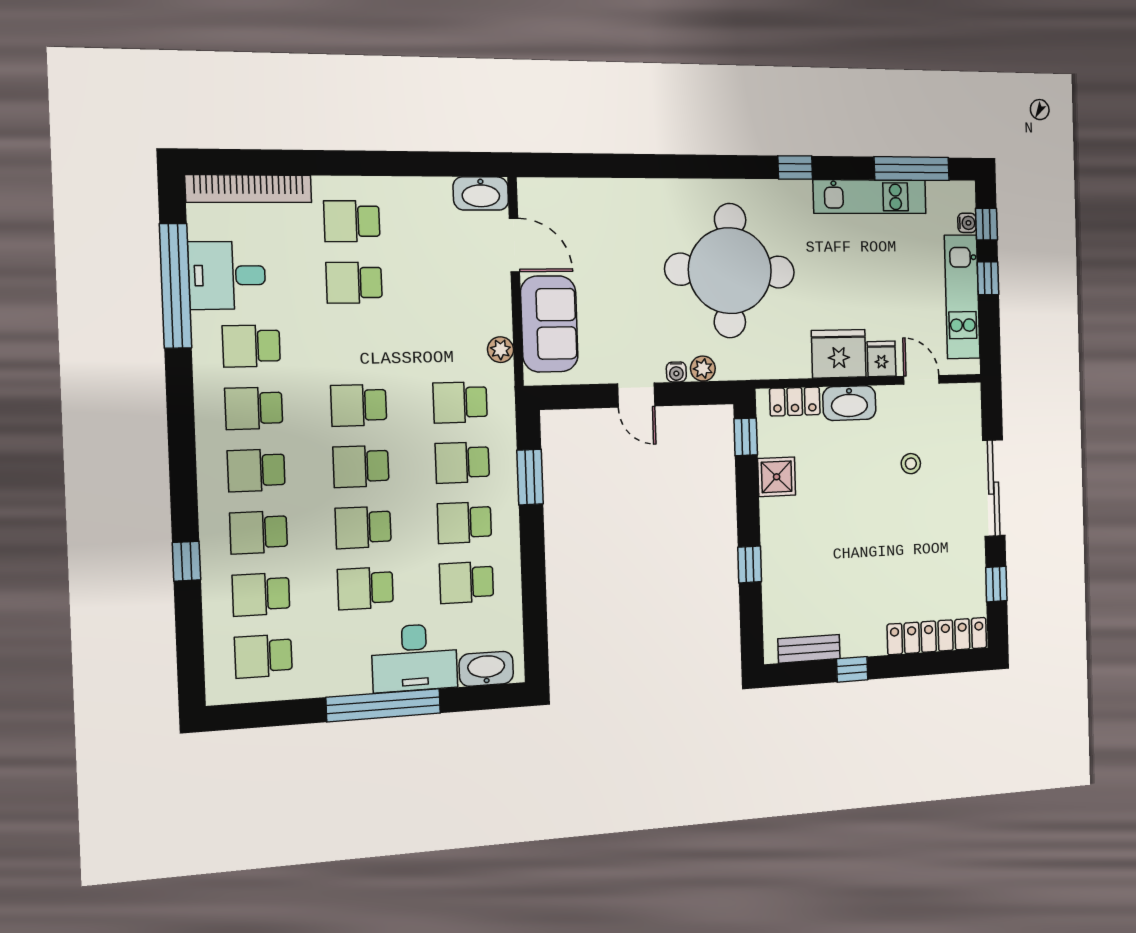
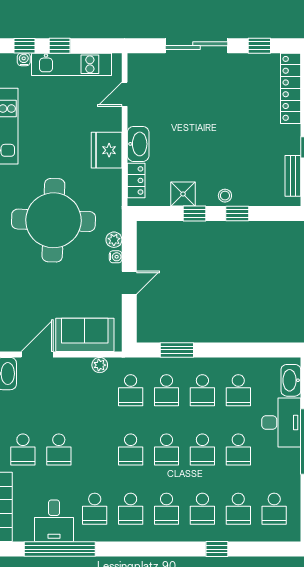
fridge: (882, 359) -> (111, 121), removed
window: (746, 437) -> (194, 213), moved
stool: (911, 464) -> (225, 196), moved

